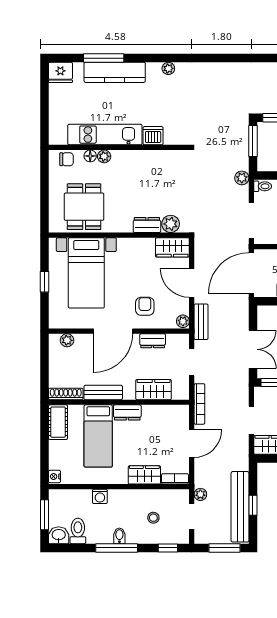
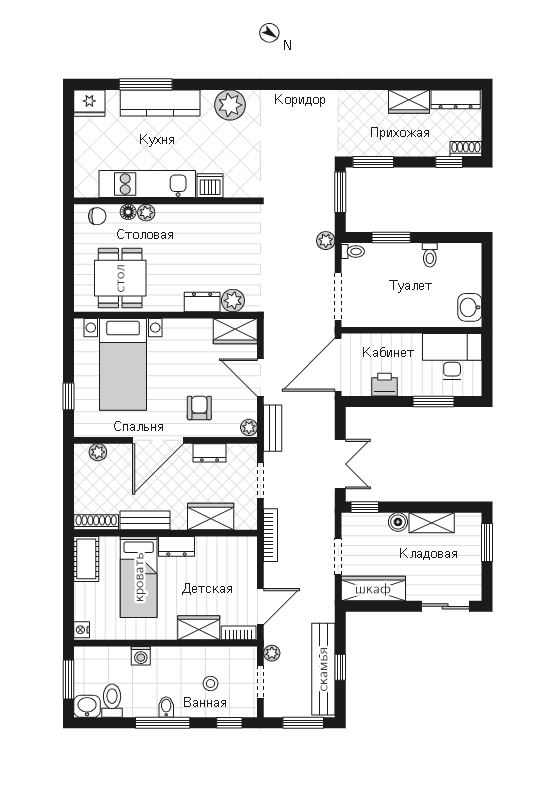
plant: (168, 68) -> (230, 105), width x1.87, depth x1.87
window: (44, 282) -> (68, 396), moved
door: (192, 444) -> (260, 607), moved

